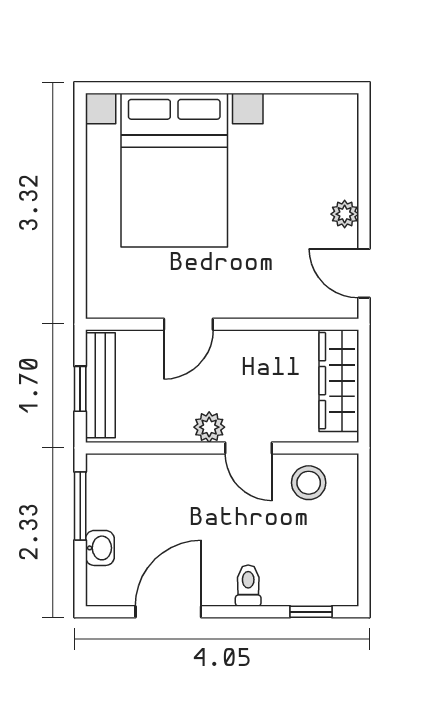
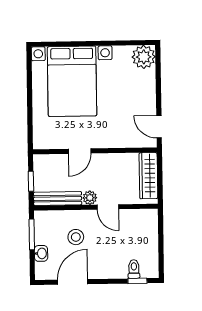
plant: (345, 214) -> (144, 57), moved, width x1.88, depth x1.88
bench: (100, 385) -> (58, 199), moved, turned 90
stool: (309, 483) -> (76, 237), moved
toilet: (248, 586) -> (134, 269), moved

